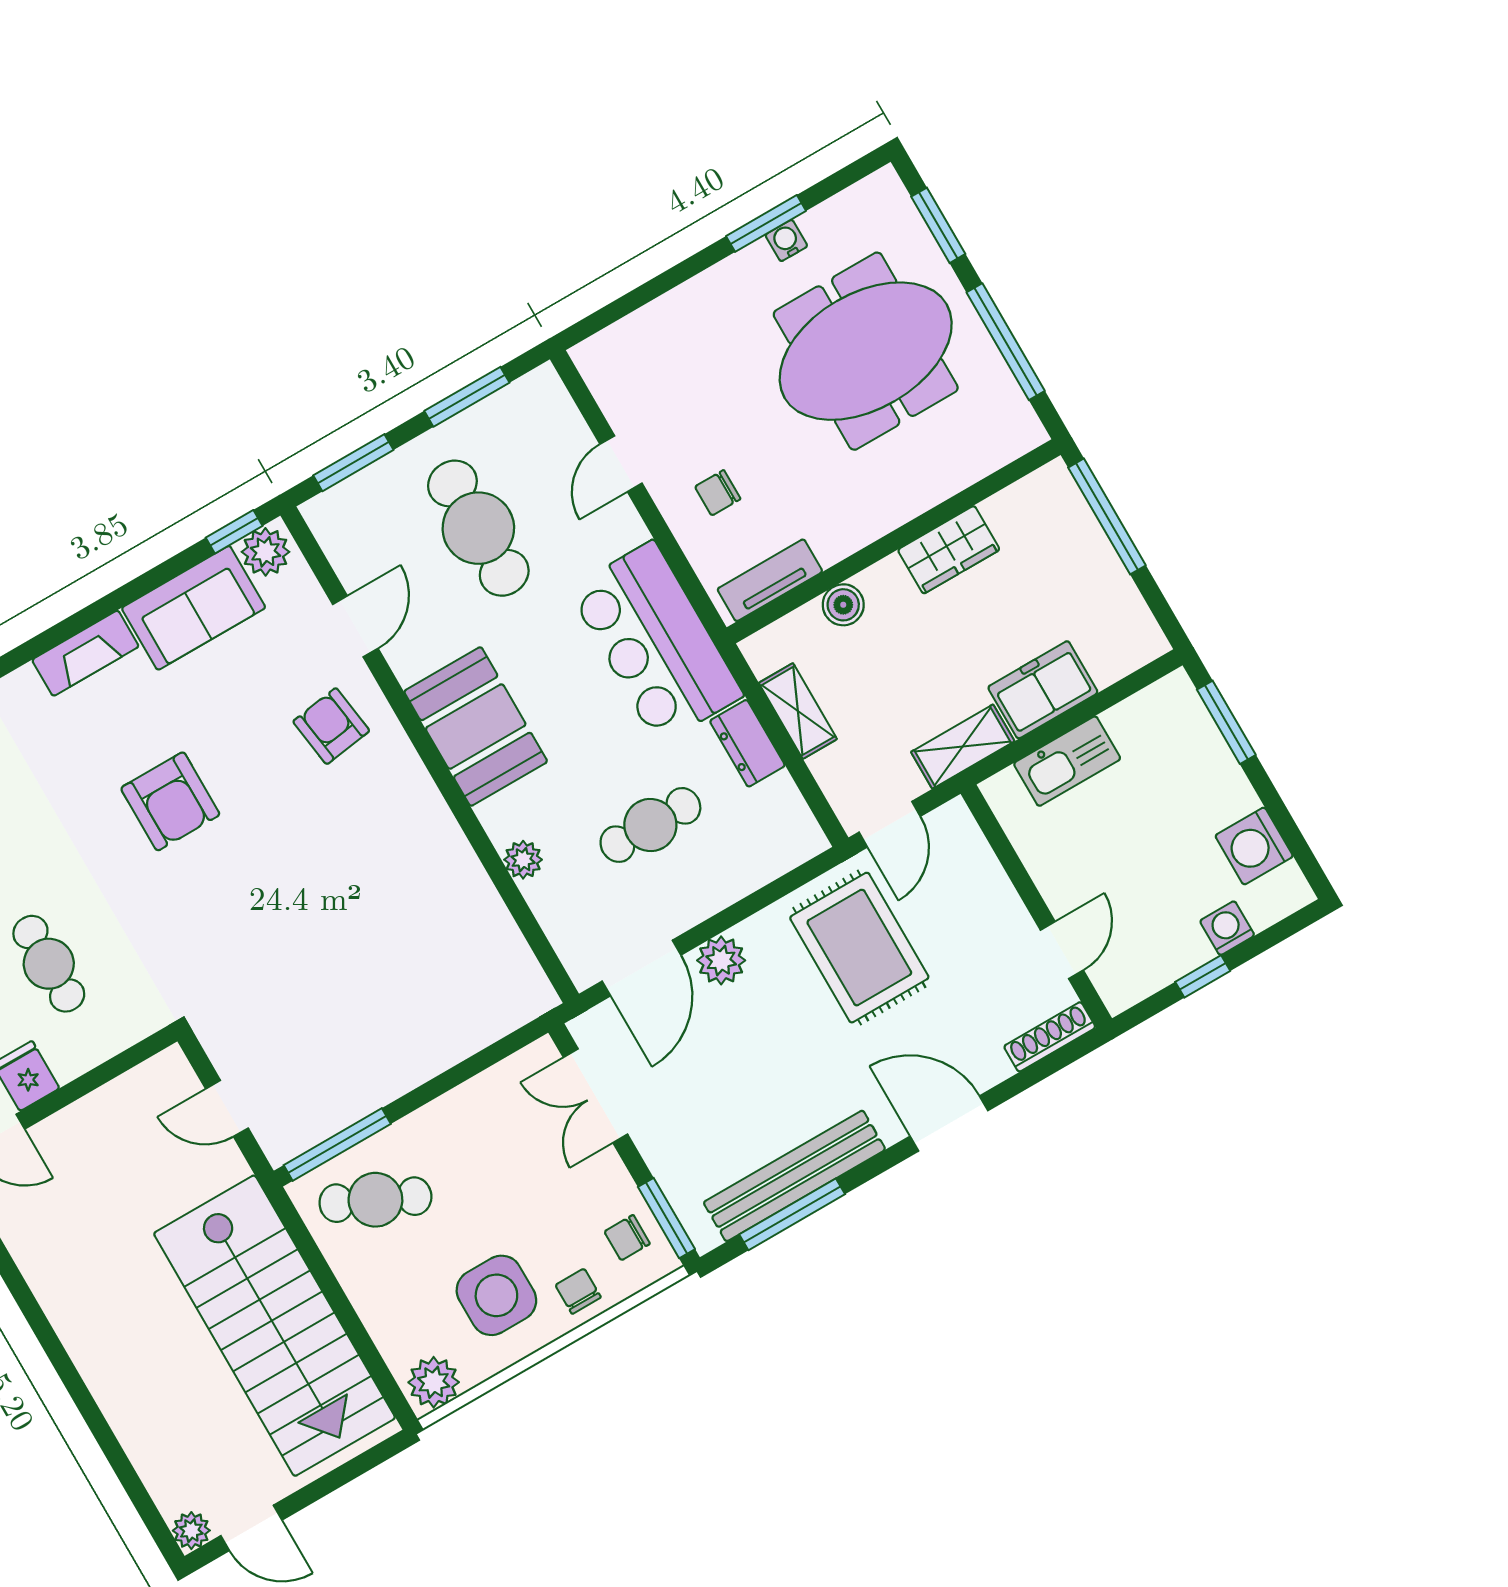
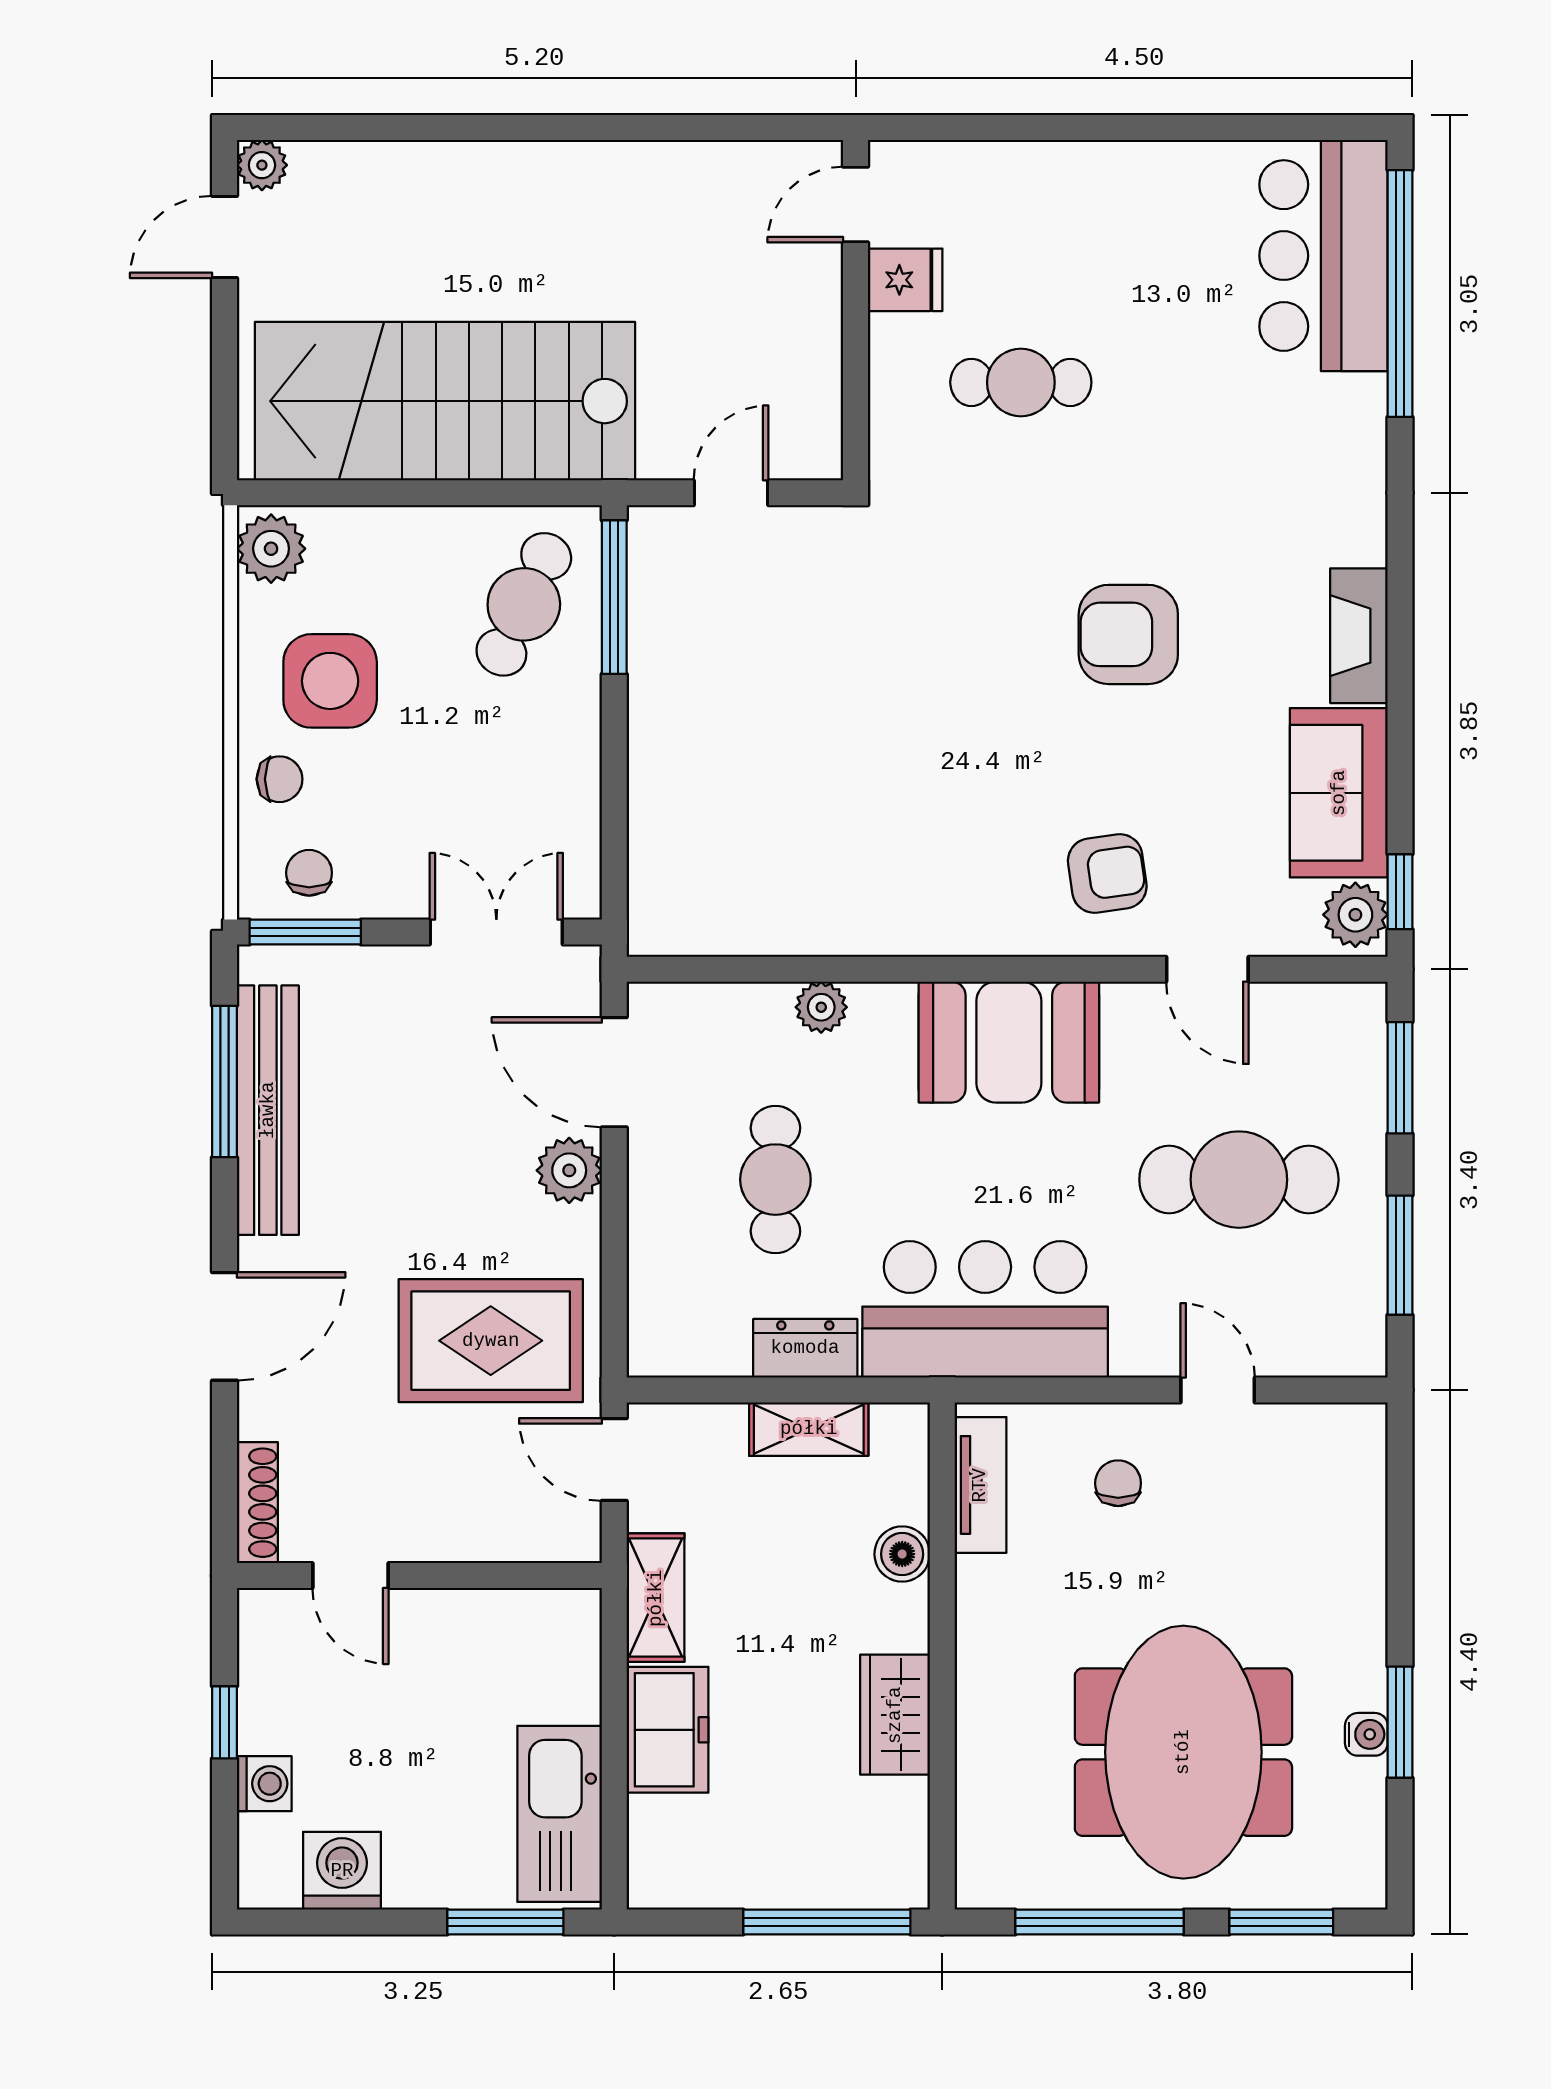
kitchen sink: (1067, 761) -> (560, 1814), moved, width x1.36, depth x1.24

